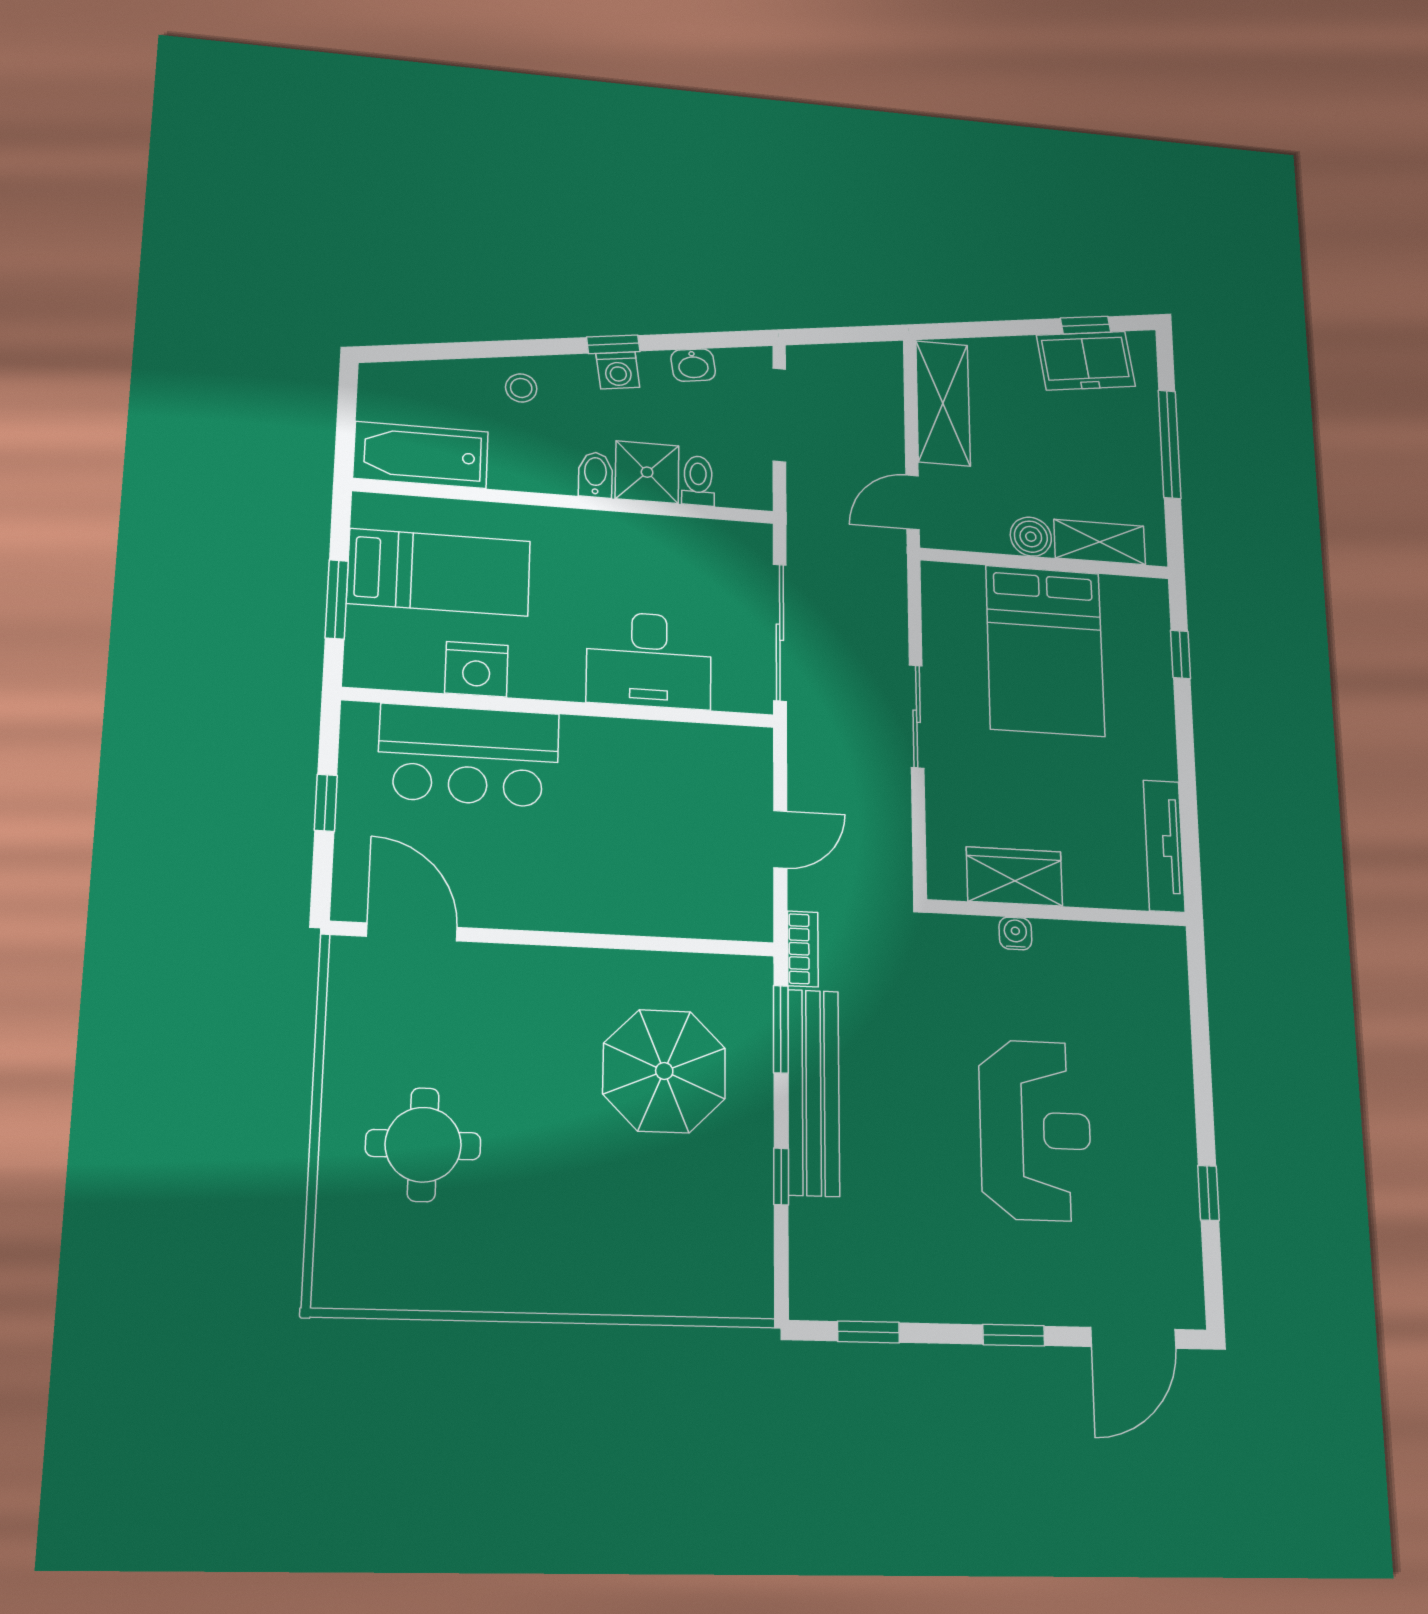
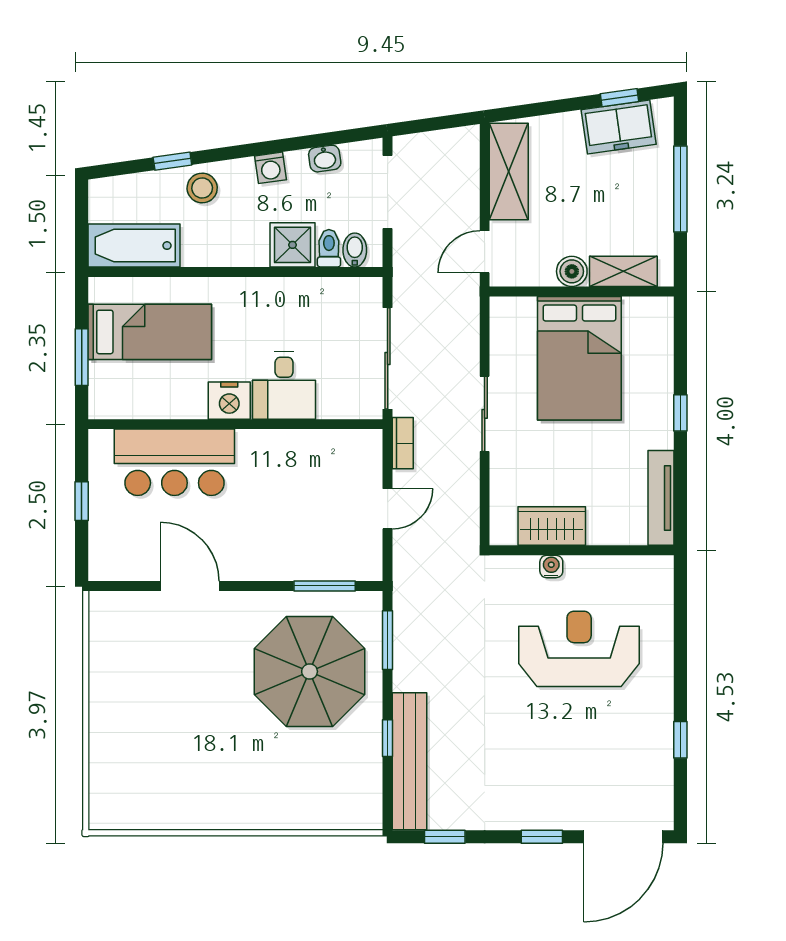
window: (613, 344) -> (172, 161), moved
stool: (521, 388) -> (202, 188), width x1.37, depth x1.37
bidet: (595, 475) -> (355, 250), moved
window: (1181, 654) -> (680, 413), moved
desk: (649, 660) -> (284, 385), width x0.73
nightstand: (476, 669) -> (229, 401), moved
door: (412, 932) -> (190, 586), moved
window: (688, 945) -> (325, 586), added
bookcase: (803, 949) -> (403, 443), moved
parasol: (664, 1071) -> (310, 671), width x1.36, depth x1.36
bench: (813, 1092) -> (409, 761), moved
reception desk: (1035, 1130) -> (579, 649), moved, turned -90
round table: (423, 1145) -> (154, 725), removed
door: (1133, 1338) -> (623, 837), width x1.36

